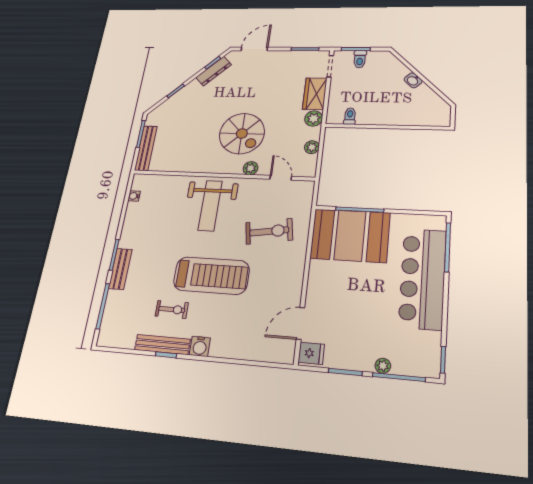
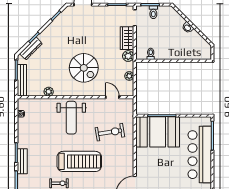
dresser: (214, 71) -> (31, 49), moved
plant: (251, 168) -> (49, 92), moved

